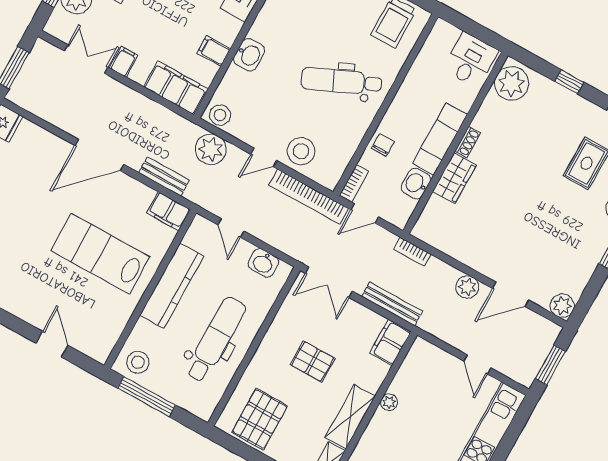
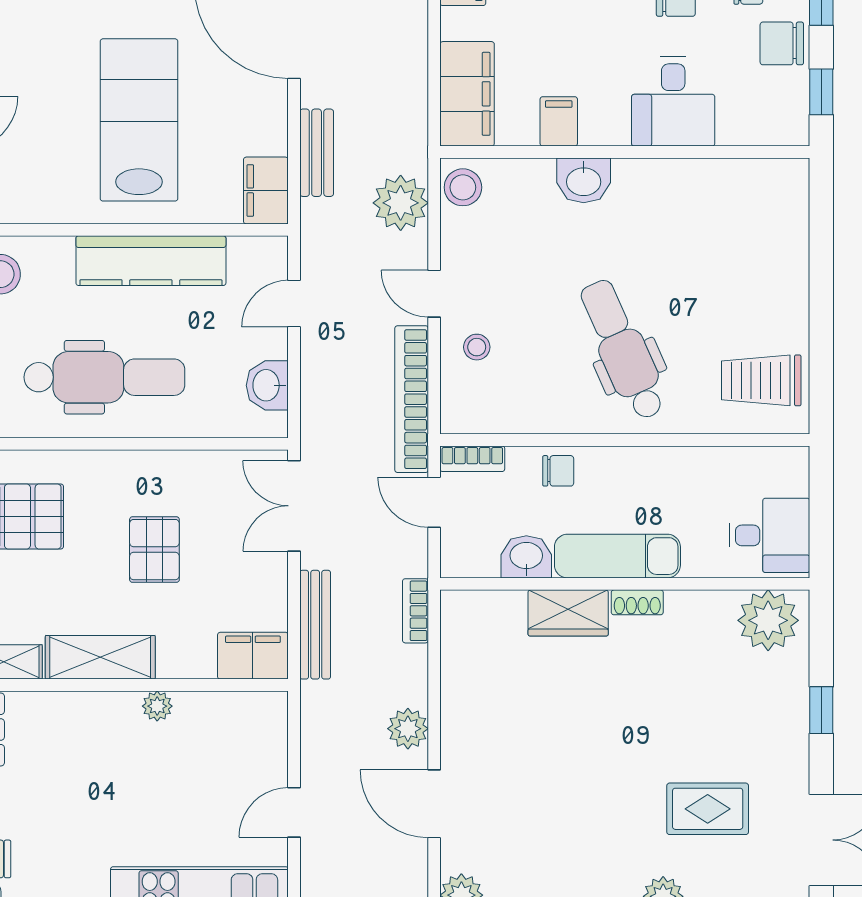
stool: (301, 151) -> (477, 347), width x0.53, depth x0.53

